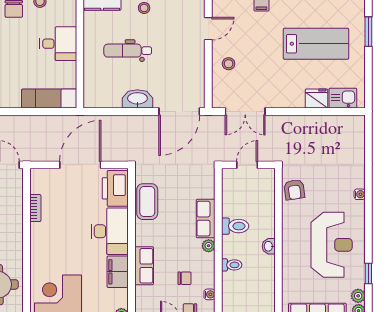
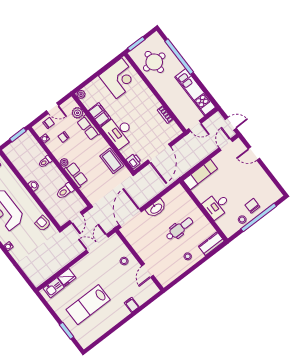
printer: (115, 188) -> (134, 161), width x0.53, depth x0.68
toilet: (235, 226) -> (65, 191), moved
plant: (144, 295) -> (77, 113), added

